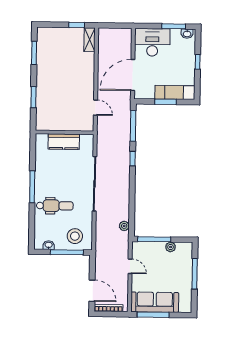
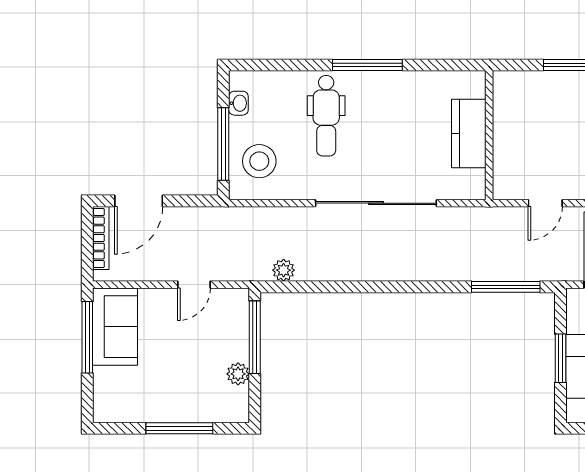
window: (133, 159) -> (433, 287), removed
sofa: (155, 302) -> (115, 327), width x0.73

